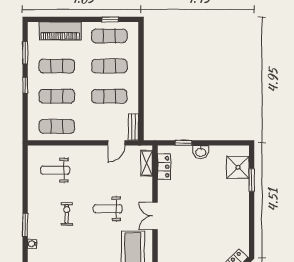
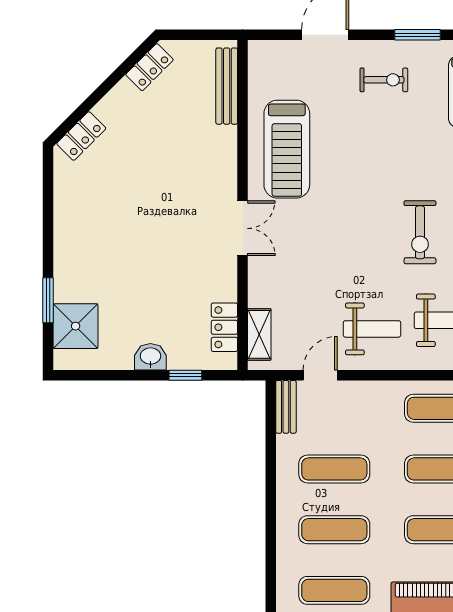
weight bench: (108, 209) -> (372, 329), moved
exercise bike: (67, 214) -> (420, 232), width x1.38, depth x1.39

